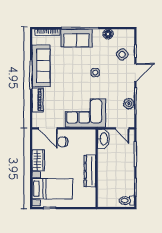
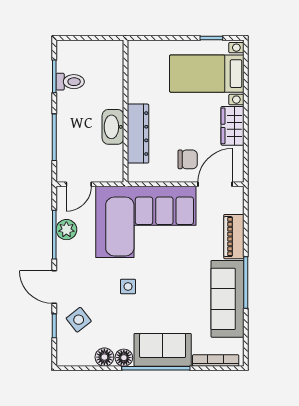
floor lamp: (98, 34) -> (124, 358), added
door: (135, 72) -> (54, 287), hinge flipped
corner sofa: (85, 113) -> (146, 222), width x1.36, depth x1.36
door: (48, 128) -> (215, 184), hinge flipped
door: (122, 128) -> (79, 184), swing flipped
washbasin: (103, 139) -> (113, 127), moved
dresser: (90, 171) -> (138, 134), moved
toilet: (127, 201) -> (70, 82), moved

